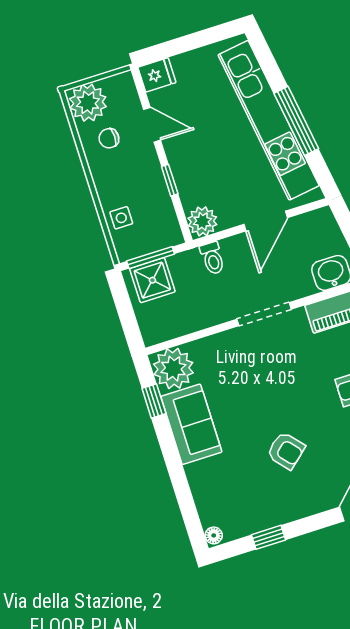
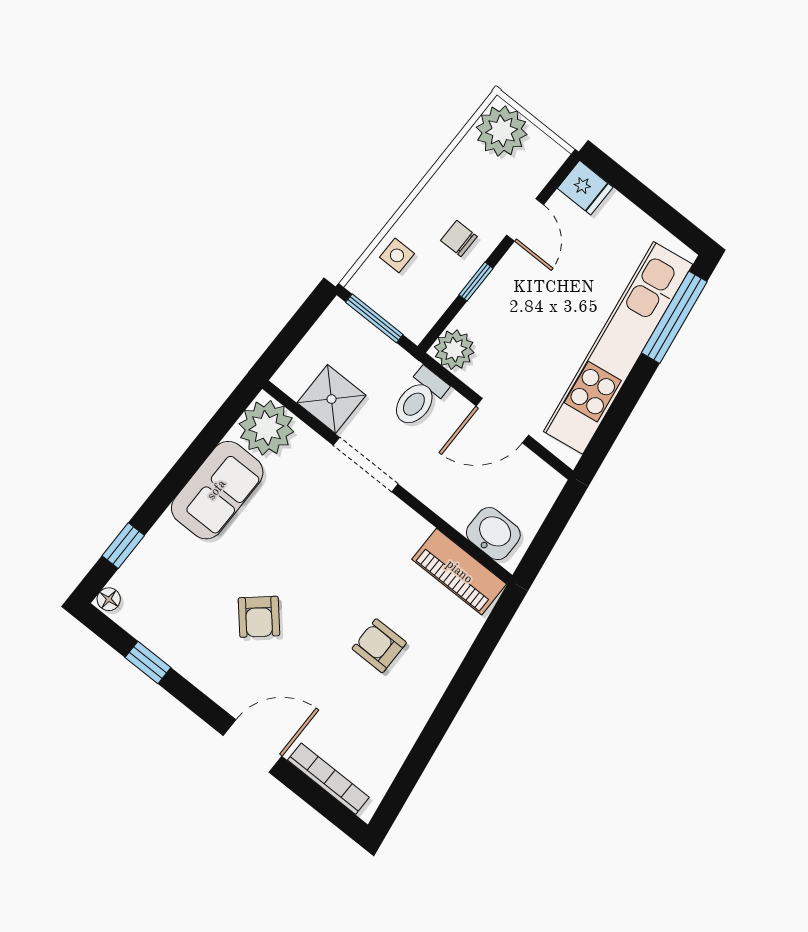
window: (296, 121) -> (674, 317), moved
chair: (109, 138) -> (459, 238), moved
toilet: (212, 258) -> (419, 398), width x1.37, depth x1.39
shower: (152, 280) -> (331, 399), moved
doorway: (264, 314) -> (366, 465), moved
window: (154, 401) -> (123, 546), moved

